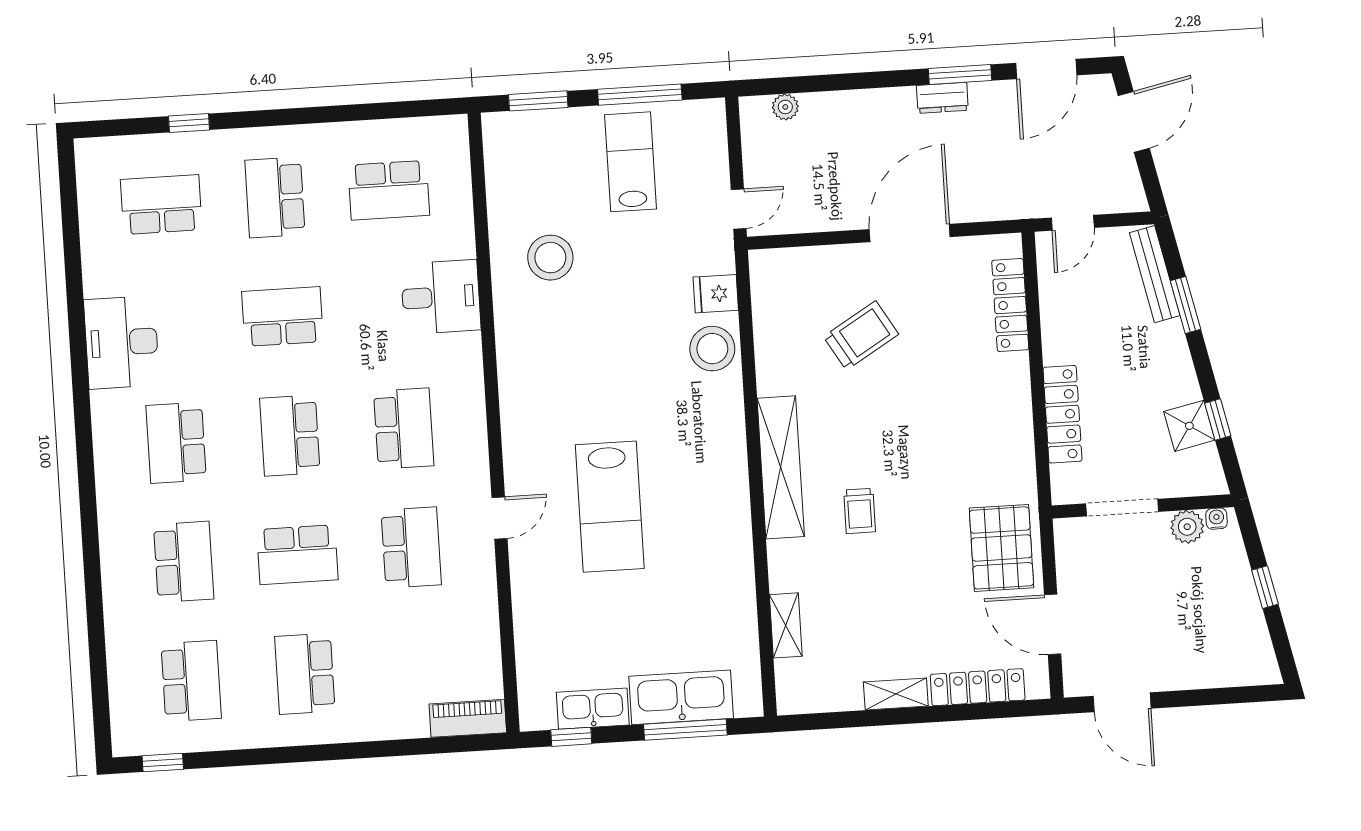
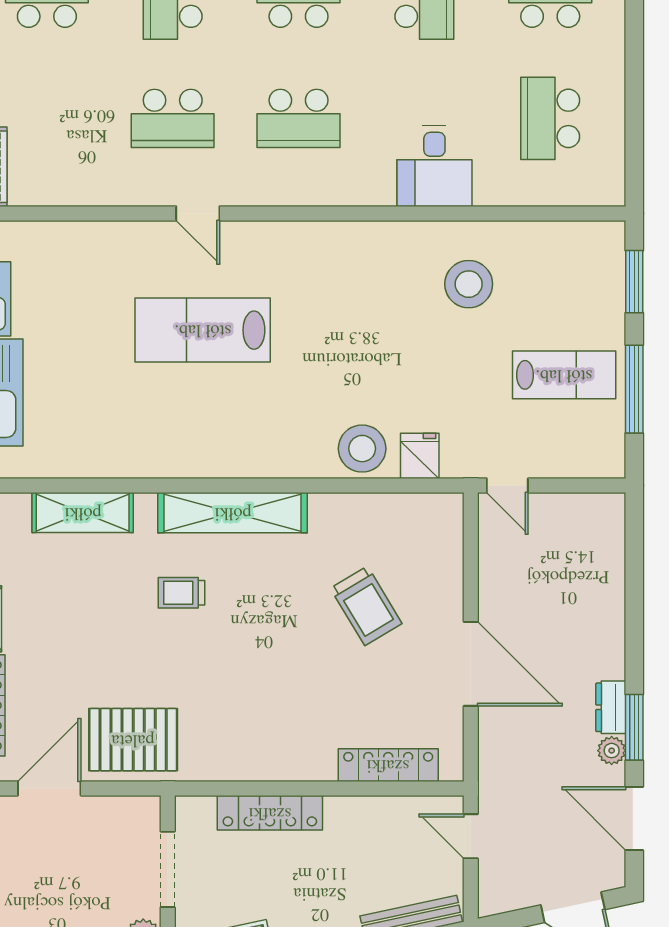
plant: (785, 107) -> (612, 751), moved
shelving: (786, 625) -> (83, 513), width x1.50, depth x1.33

